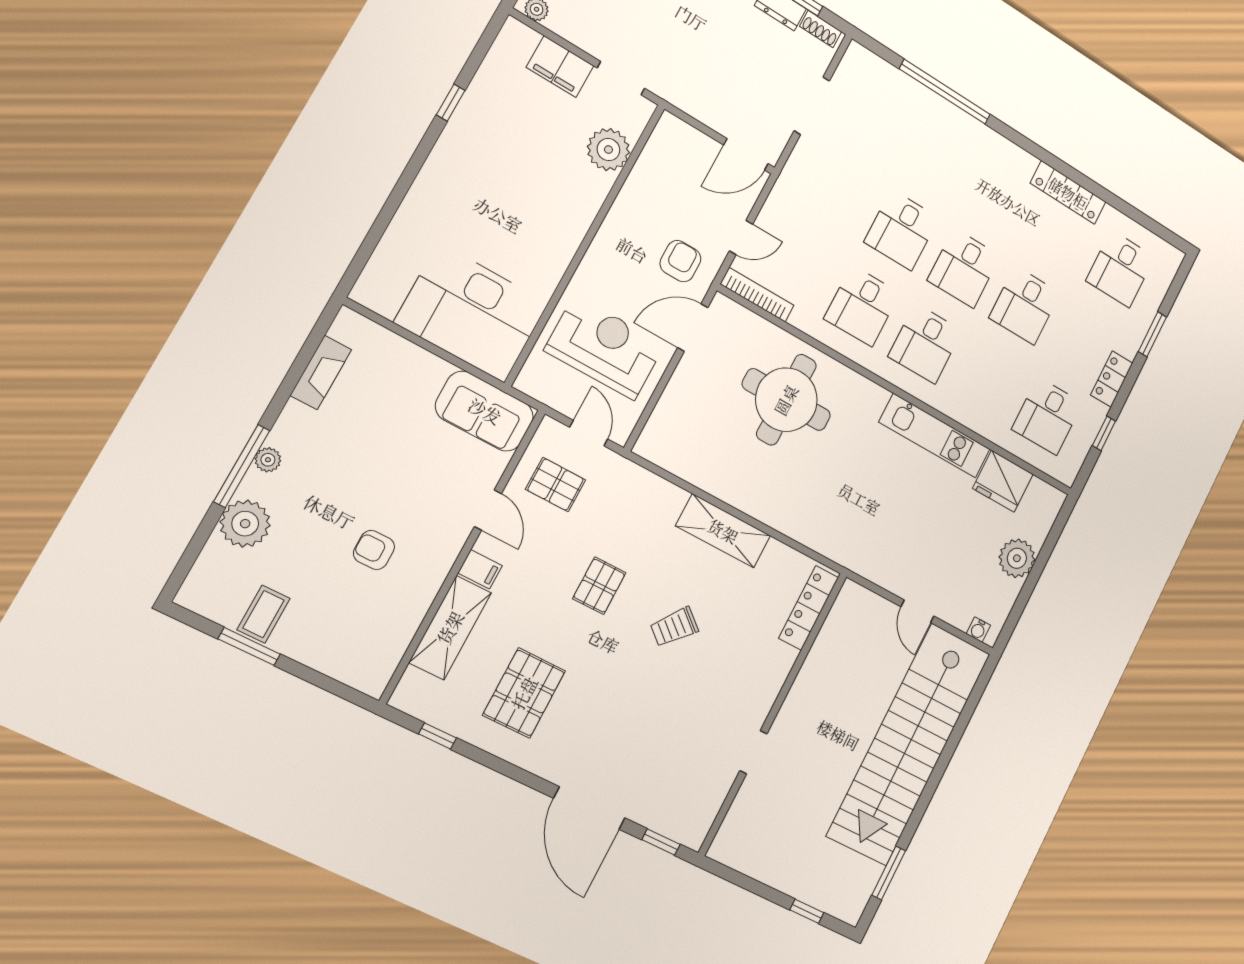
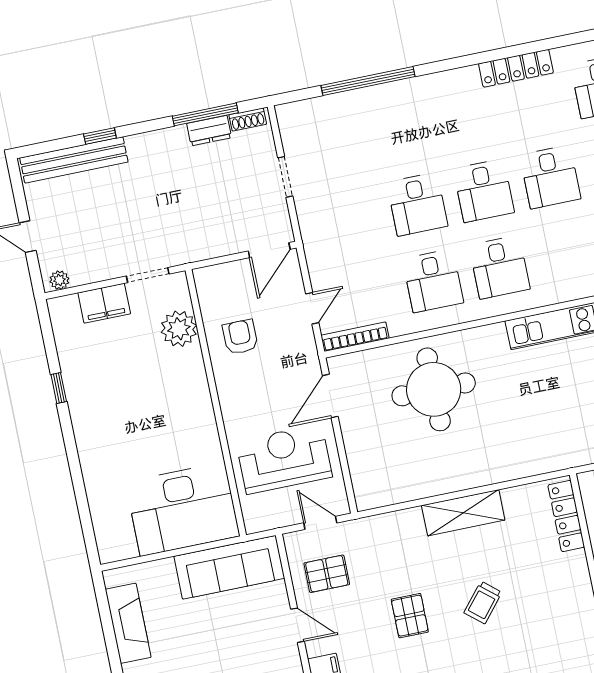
doorway: (812, 106) -> (285, 177), width x0.73
armchair: (680, 261) -> (240, 337), moved
fireplace: (321, 372) -> (128, 623), width x1.37, depth x1.32
sofa: (485, 411) -> (229, 567), width x1.36

